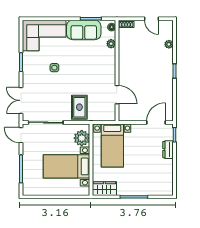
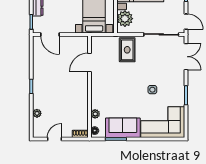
door: (152, 19) -> (54, 139), hinge flipped
door: (117, 95) -> (89, 62), hinge flipped
door: (156, 122) -> (50, 34), hinge flipped

